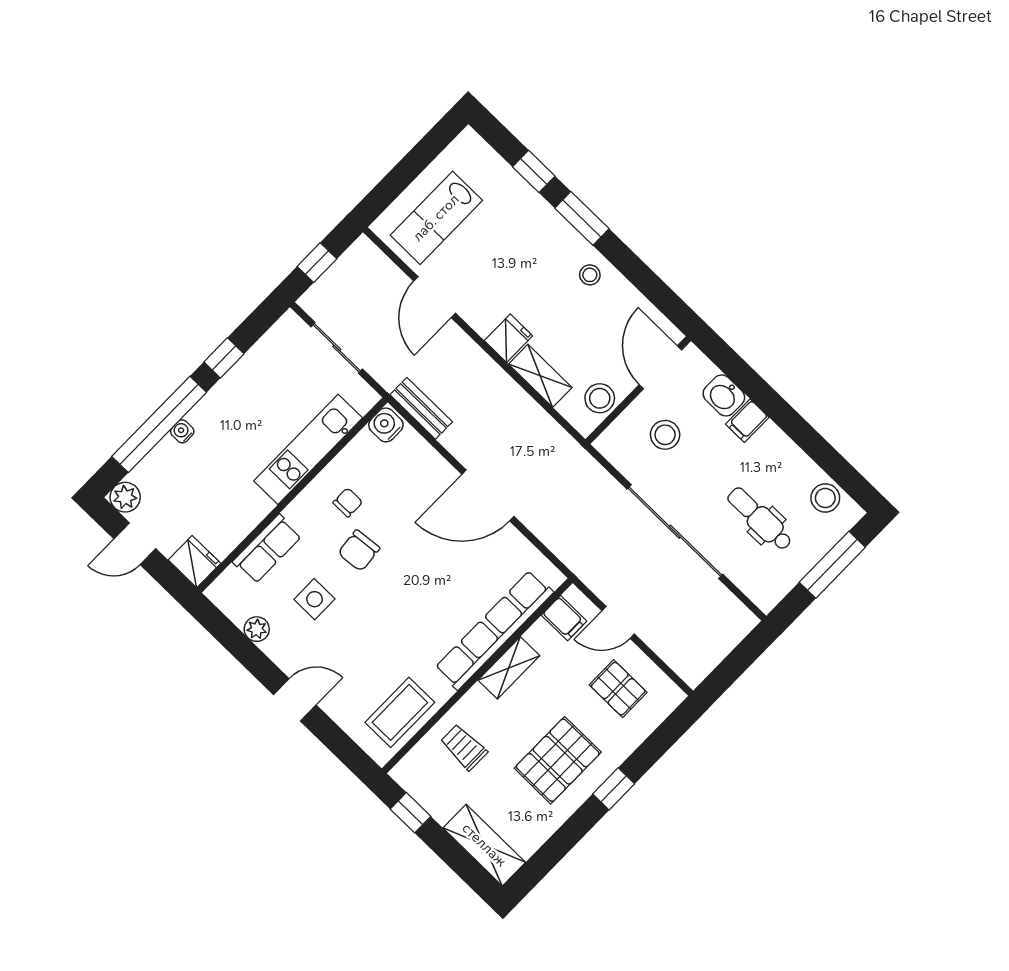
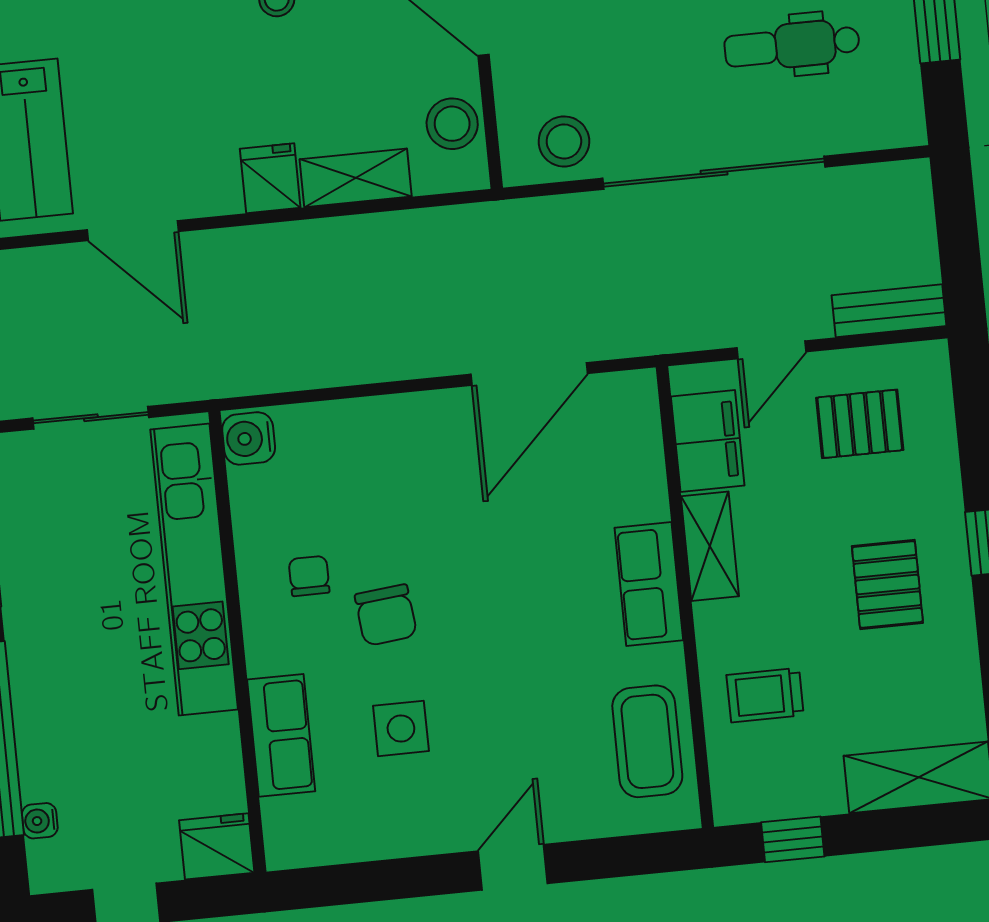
bench: (421, 408) -> (889, 311), moved
water cooler: (182, 431) -> (40, 821), moved
stool: (665, 435) -> (564, 141), moved
kitchen unit: (308, 449) -> (194, 569), width x1.36
door: (488, 495) -> (529, 374), moved
plant: (125, 497) -> (53, 867), removed
filing cabinet: (564, 618) -> (708, 441), width x2.00
plant: (257, 629) -> (376, 839), removed
row of seats: (494, 630) -> (649, 584), width x0.50
pallet: (558, 760) -> (887, 584), width x0.67, depth x0.71

